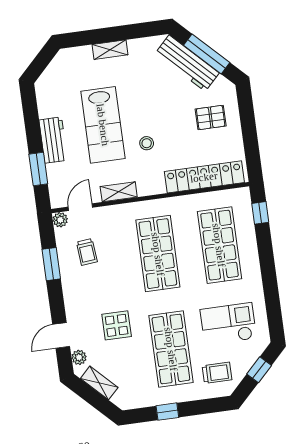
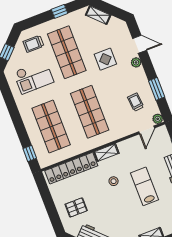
lab bench: (103, 125) -> (144, 186), width x0.73, depth x0.72
shelving: (119, 192) -> (106, 153), moved
door: (61, 335) -> (140, 44), hinge flipped
plant: (79, 357) -> (136, 62), moved
shelving: (99, 383) -> (98, 15), moved

